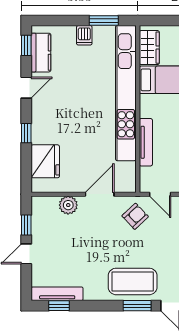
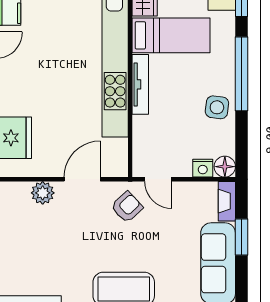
tv unit: (146, 142) -> (140, 84), moved

